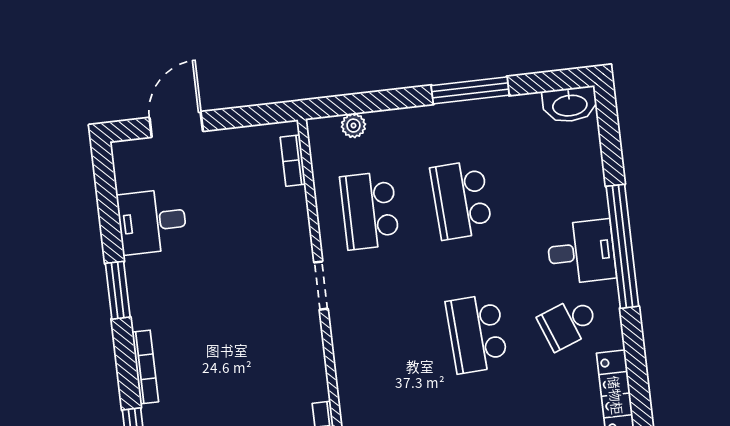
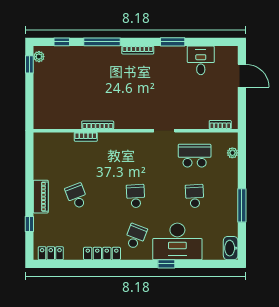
school desk: (461, 200) -> (195, 196), width x0.54
window: (622, 246) -> (166, 264), width x0.32
desk: (581, 252) -> (177, 241), width x1.87, depth x1.30
school desk: (568, 323) -> (136, 237), turned 42
school desk: (477, 334) -> (136, 196), width x0.54

